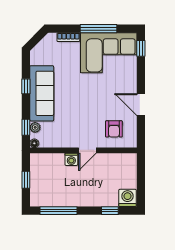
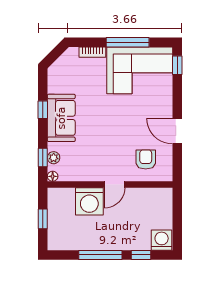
sofa: (42, 93) -> (61, 118), width x0.73
armchair: (114, 129) -> (146, 159), turned 180
washing machine: (71, 159) -> (89, 201), width x1.89, depth x1.89
window: (58, 211) -> (100, 255), moved

